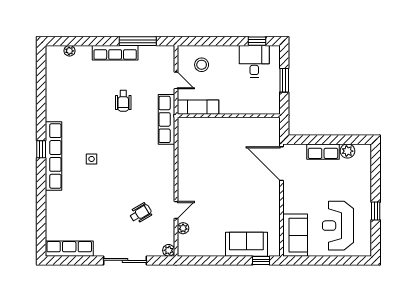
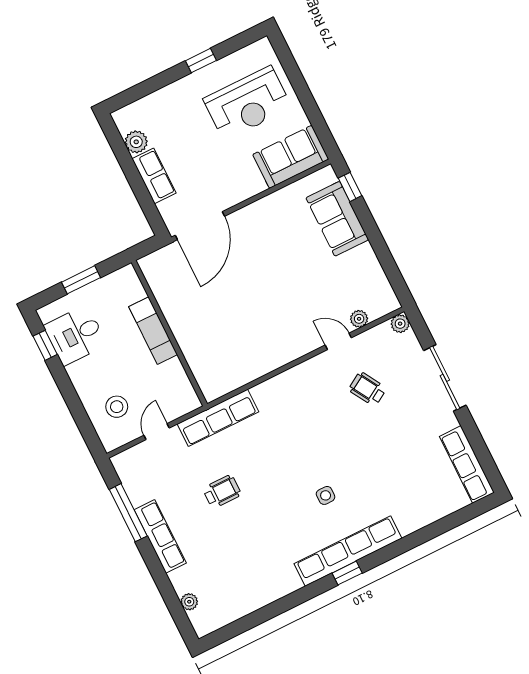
exam couch: (198, 107) -> (153, 331), moved

